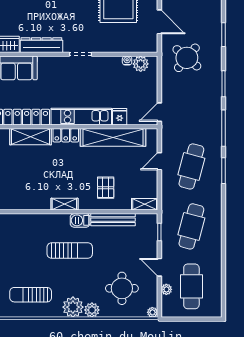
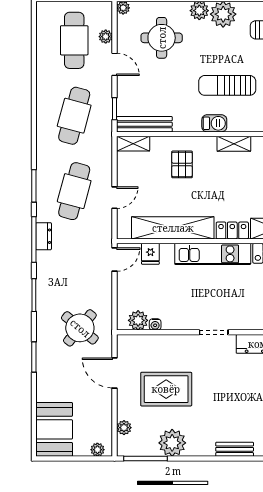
fridge: (120, 117) -> (150, 254), moved
dresser: (216, 131) -> (44, 236), added
bench: (113, 220) -> (144, 124), moved

